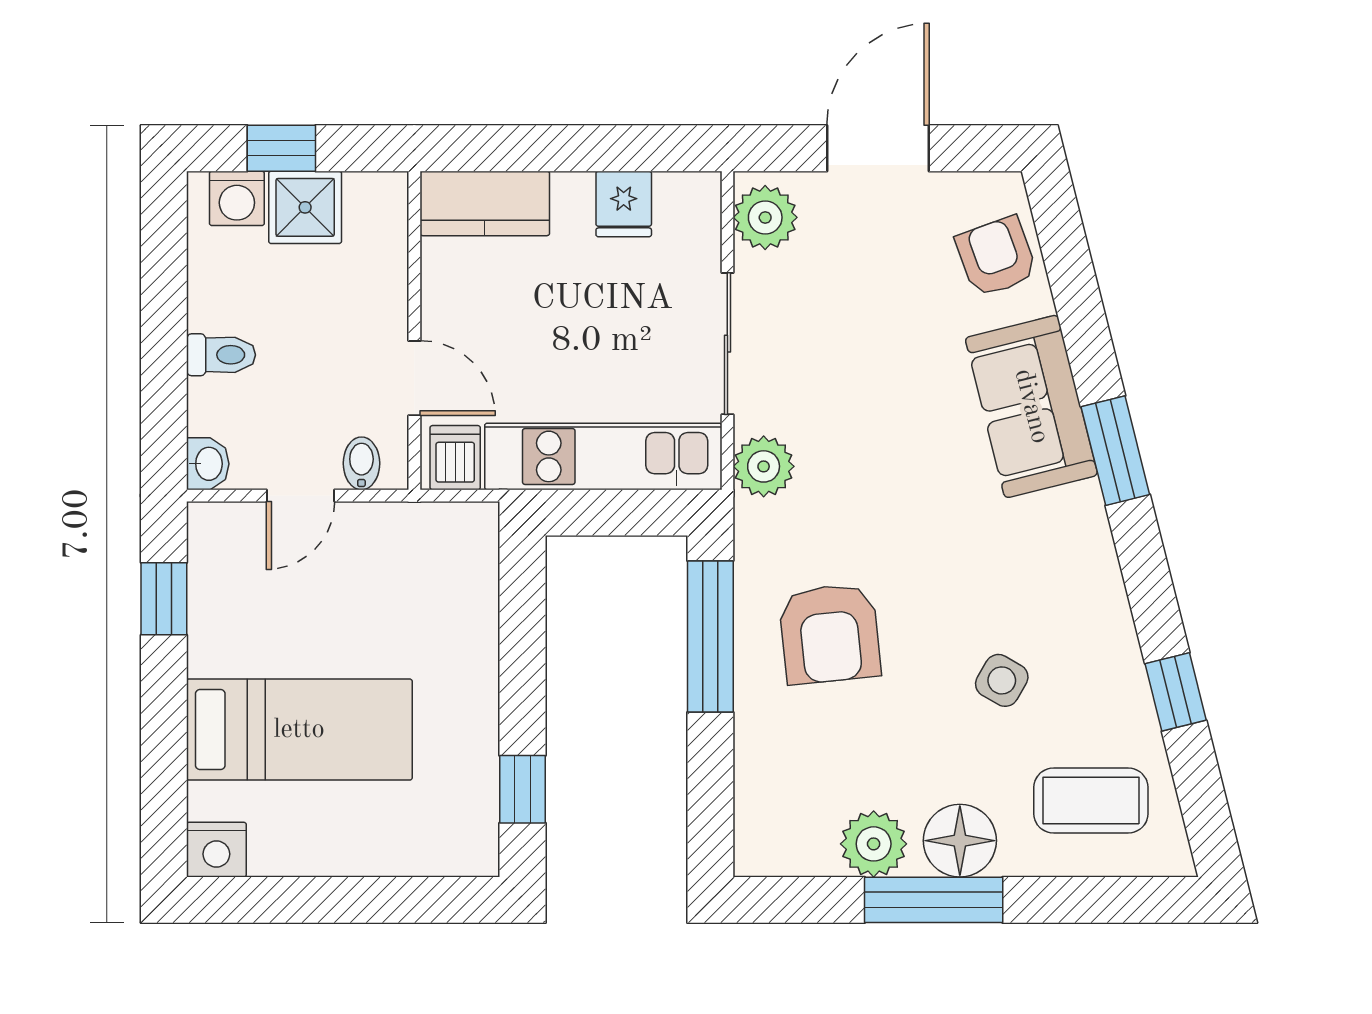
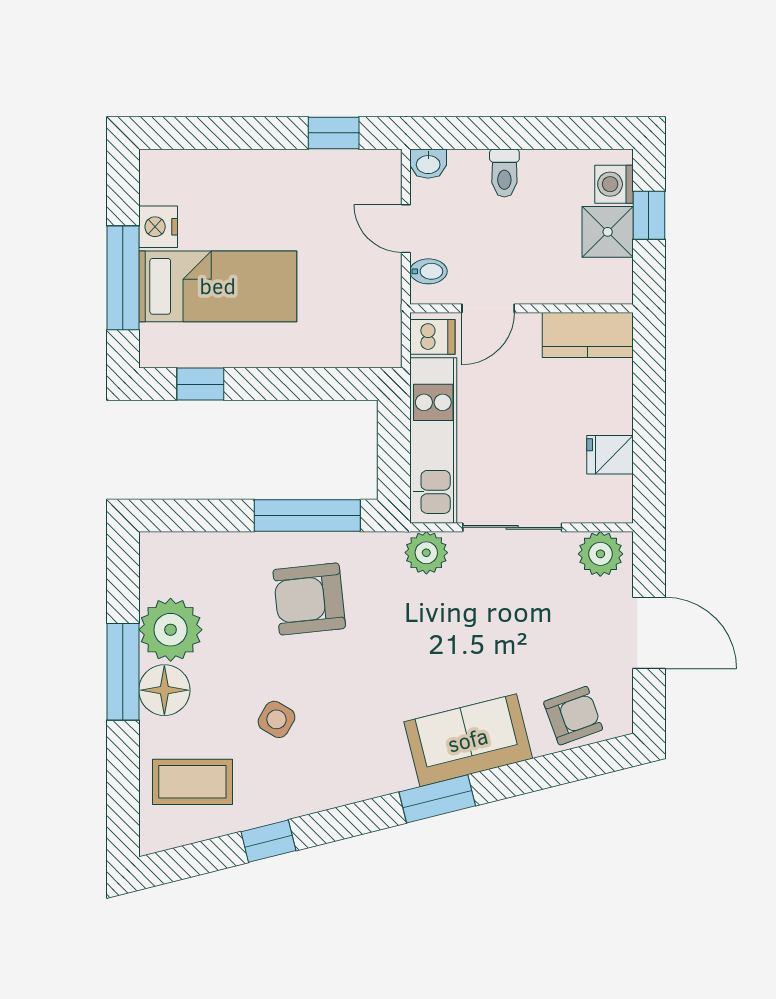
kitchen counter: (485, 203) -> (588, 335), moved, turned -90
bed: (299, 730) -> (218, 286), moved, turned -90
coffee table: (1091, 801) -> (192, 782), turned 90
plant: (874, 844) -> (171, 630), width x1.36, depth x1.36
nightstand: (216, 850) -> (158, 227), moved
window: (371, 900) -> (123, 278), added

